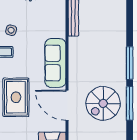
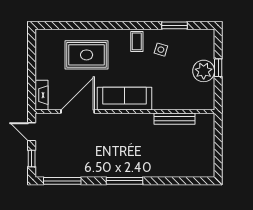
spiral stairs: (103, 103) -> (80, 152), removed
window: (130, 103) -> (62, 181), moved

